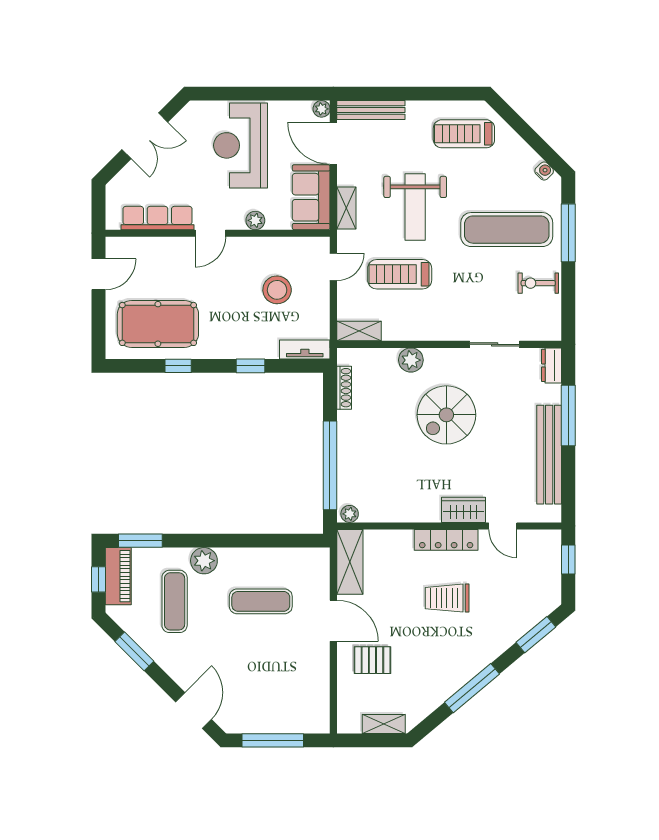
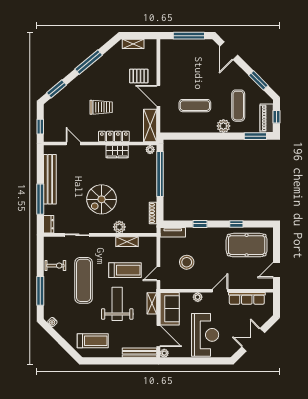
exercise mat: (507, 230) -> (84, 280), moved, turned 90
shelving: (359, 331) -> (127, 242), moved
spiral stairs: (446, 415) -> (102, 199), turned 180
wardrobe: (463, 510) -> (117, 152), moved
locker: (446, 540) -> (114, 136), moved

